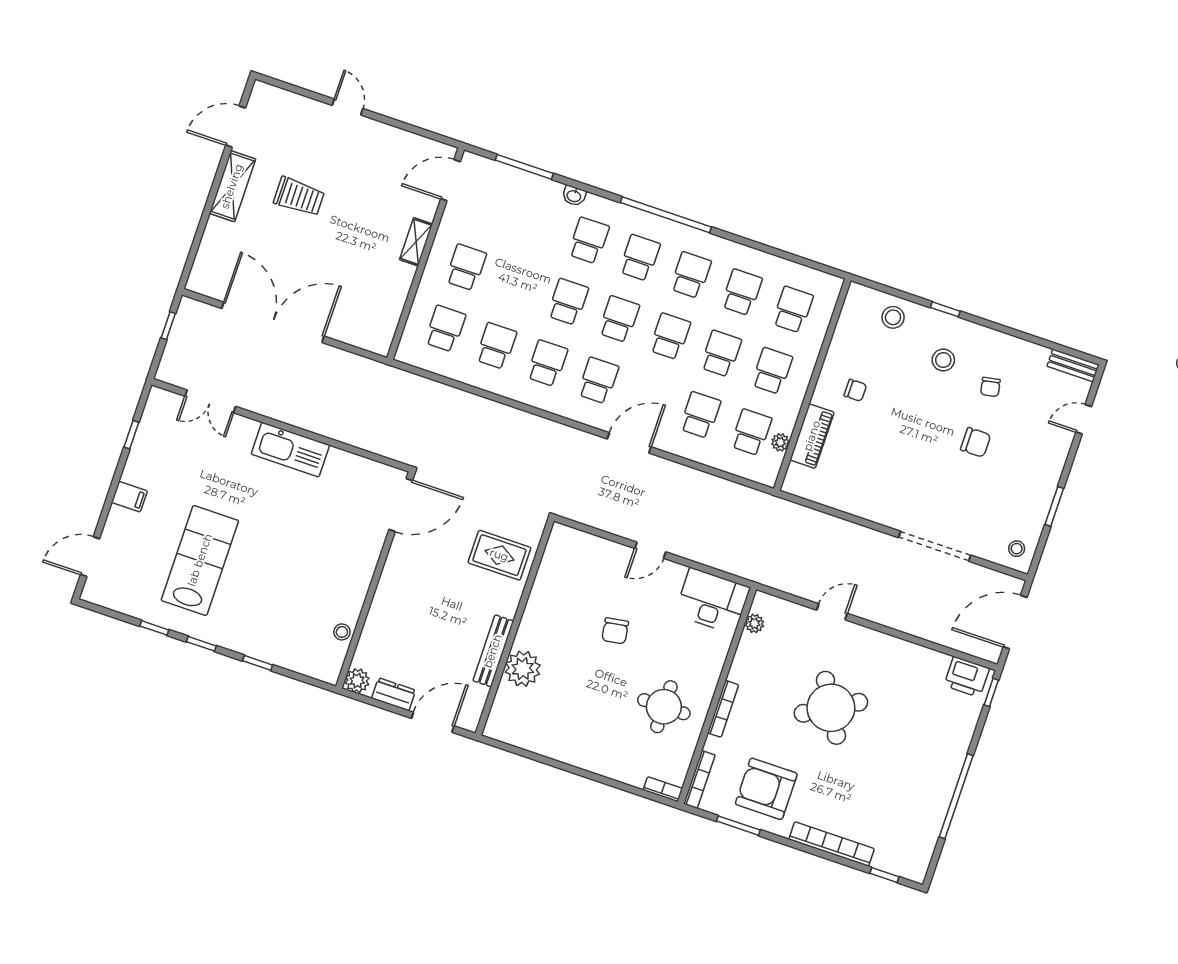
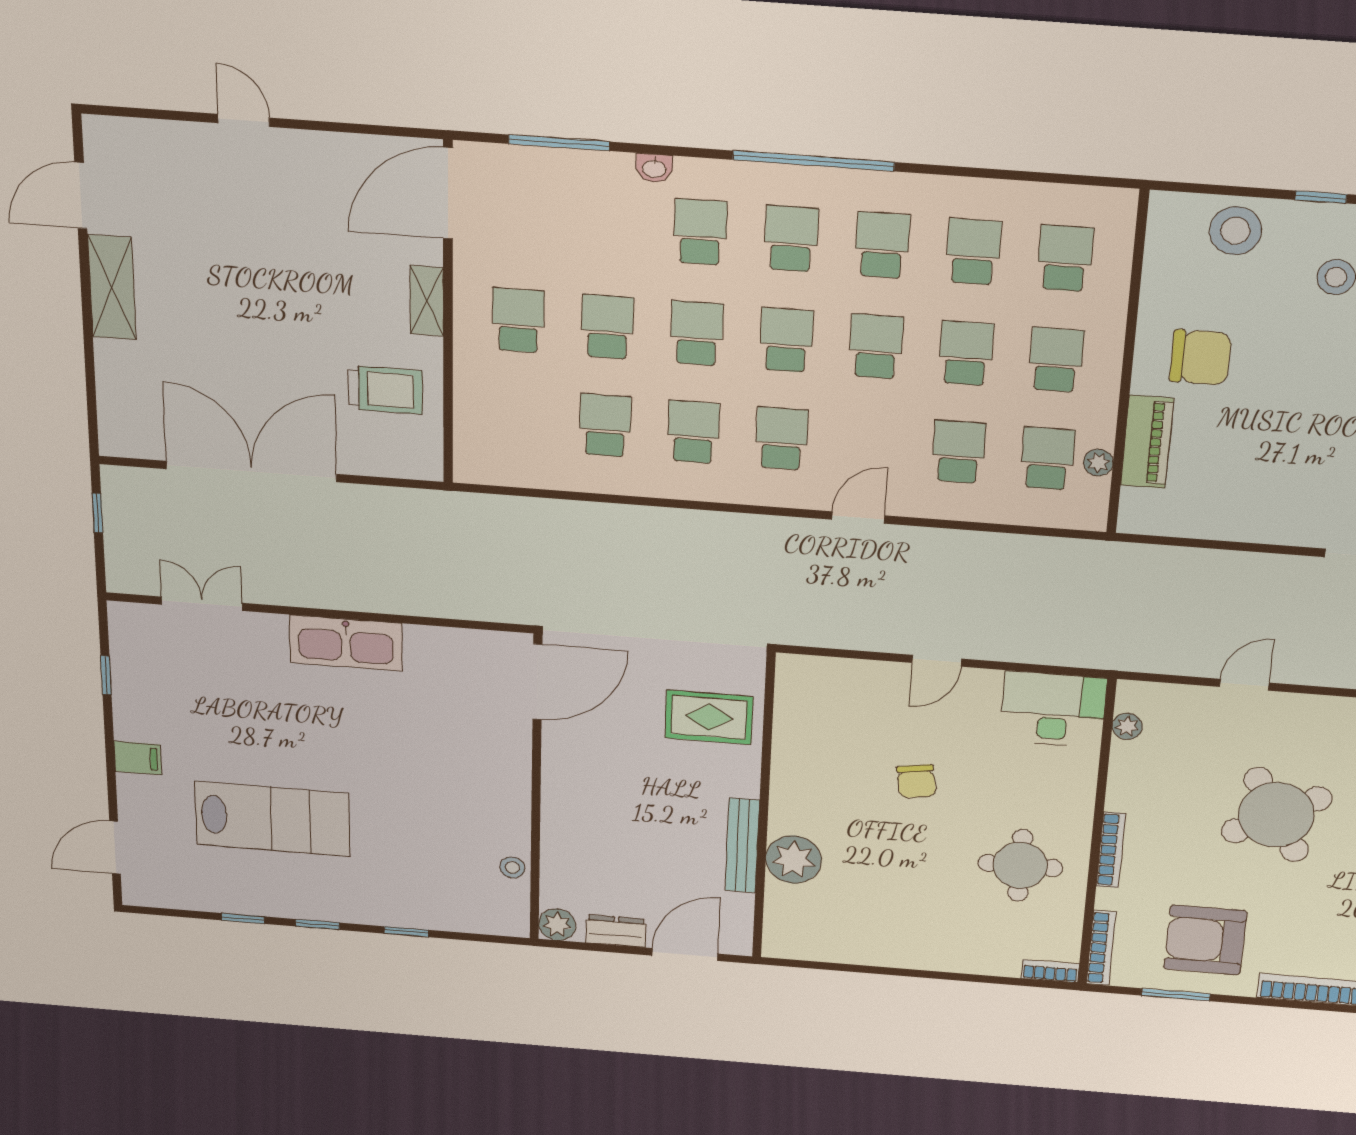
door: (450, 180) -> (448, 193), width x1.36
trolley: (299, 197) -> (385, 390), moved
stool: (893, 317) -> (1235, 231), width x1.38, depth x1.38
school desk: (445, 329) -> (607, 327), moved
chair: (855, 390) -> (1200, 357), width x1.87, depth x1.87
double door: (210, 401) -> (202, 604), swing flipped
door: (629, 443) -> (858, 517), width x0.73
lab bench: (200, 560) -> (272, 819), turned 90

